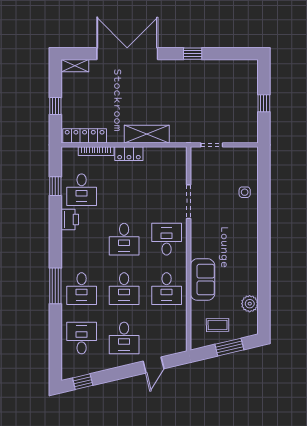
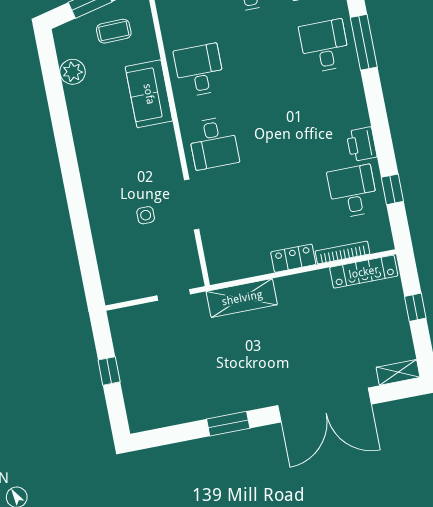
window: (193, 54) -> (228, 424), width x1.50
shelving: (147, 134) -> (242, 298), moved
side table: (245, 192) -> (146, 215), moved
desk: (124, 239) -> (276, 131), removed
desk: (124, 289) -> (262, 58), removed

